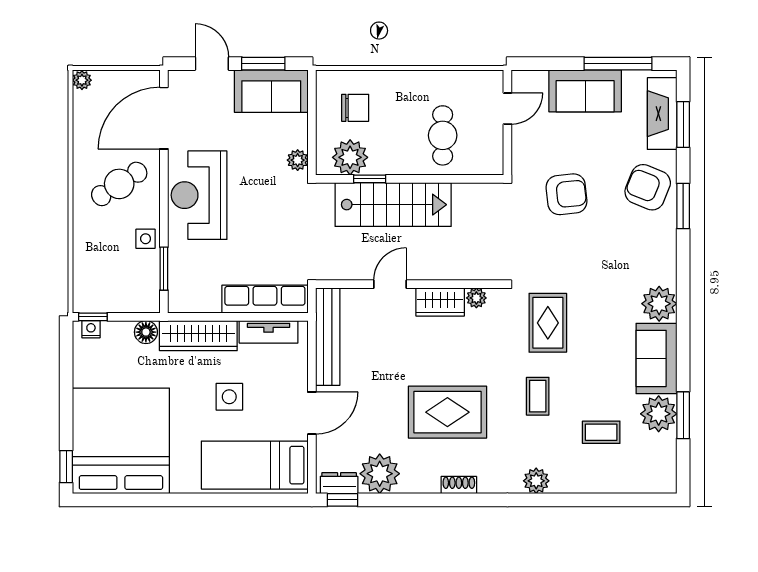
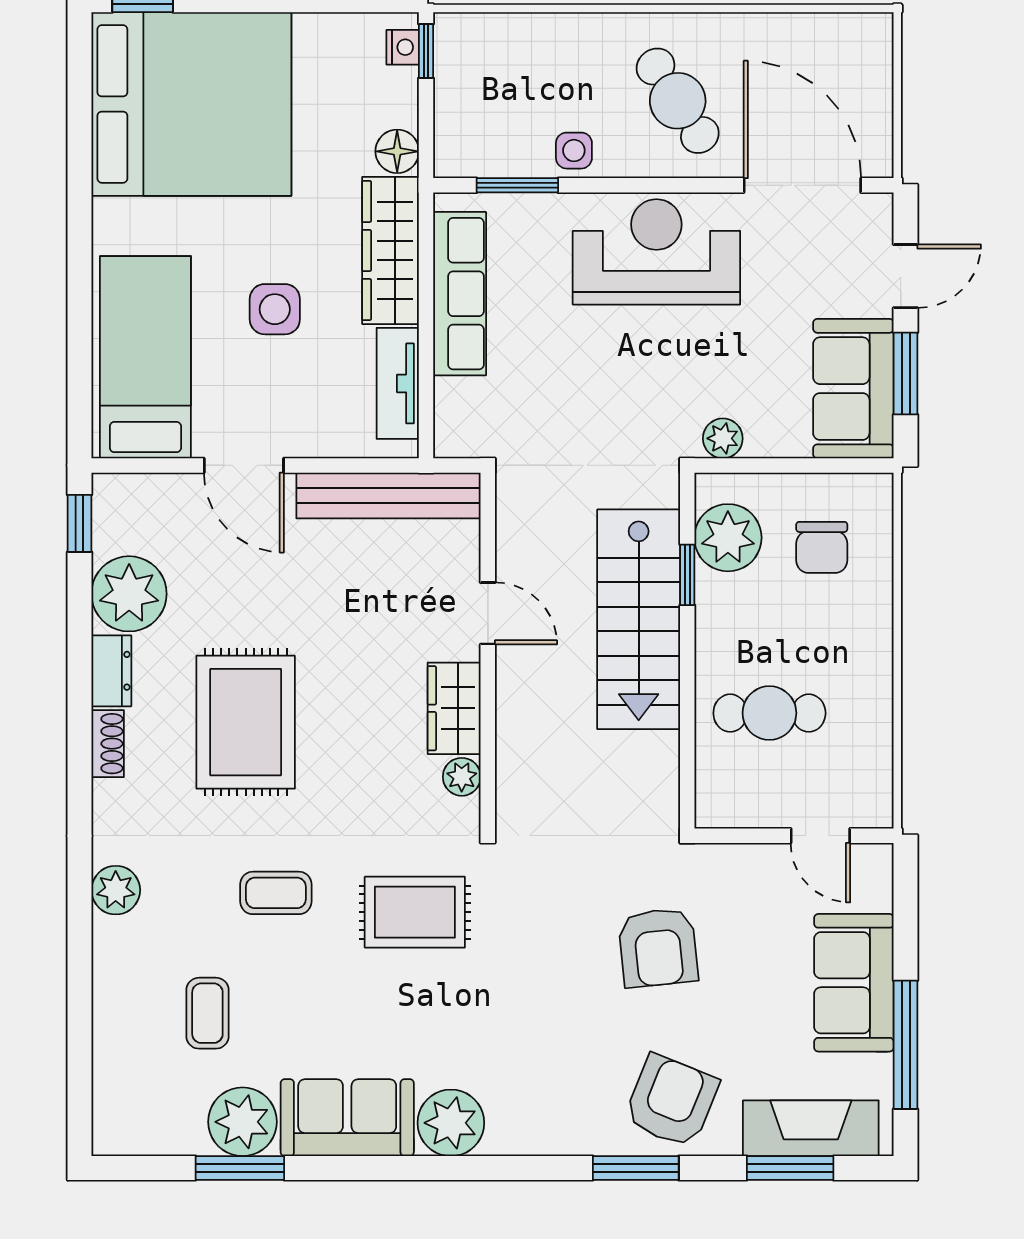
plant: (82, 80) -> (874, 30), removed
row of seats: (265, 299) -> (460, 294), moved
dresser: (339, 483) -> (111, 671), moved

